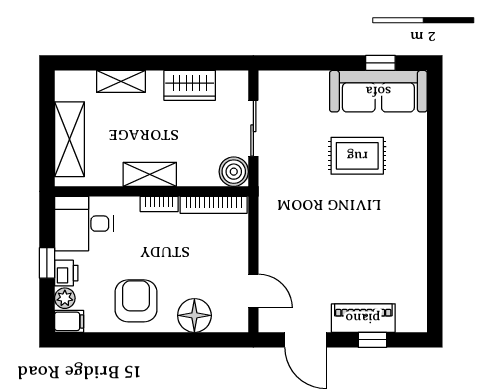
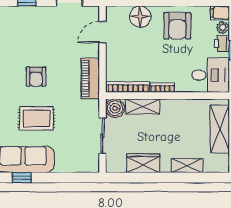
shelving: (150, 174) -> (143, 106), moved
armchair: (358, 221) -> (36, 77), added
door: (253, 291) -> (103, 32), hinge flipped
piano: (363, 318) -> (90, 78), moved, turned 90

